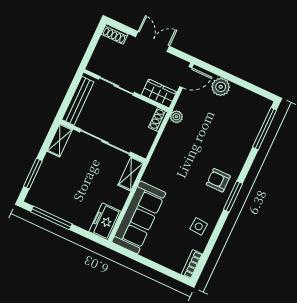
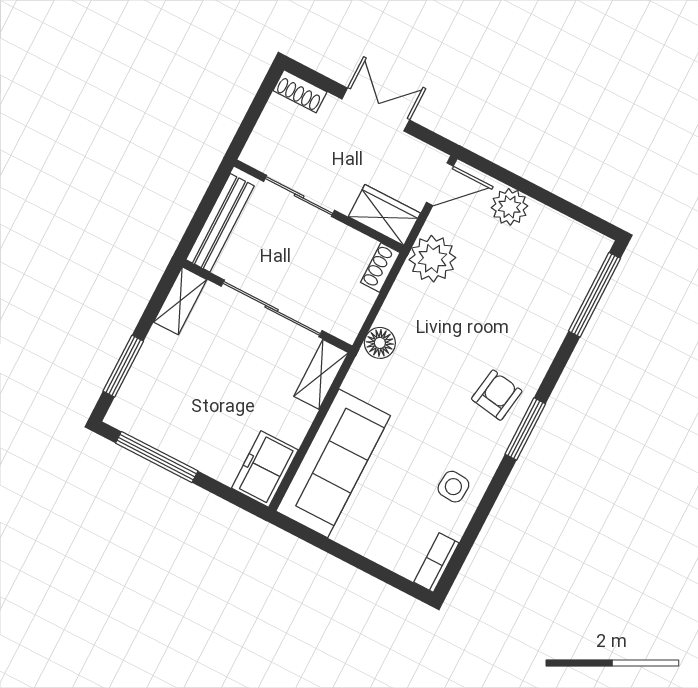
plant: (176, 117) -> (432, 259), width x1.88, depth x1.88
floor lamp: (159, 157) -> (380, 343), added
armchair: (218, 180) -> (497, 395), turned 99

